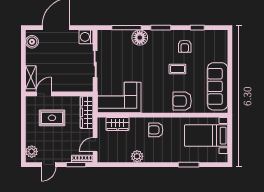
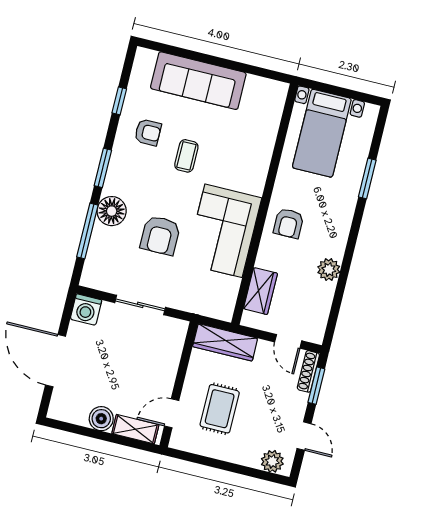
boiler: (32, 42) -> (101, 419), moved
sofa: (218, 86) -> (198, 81), moved
door: (44, 94) -> (172, 413), hinge flipped
corner sofa: (119, 97) -> (224, 231), moved
armchair: (182, 101) -> (160, 235), moved

